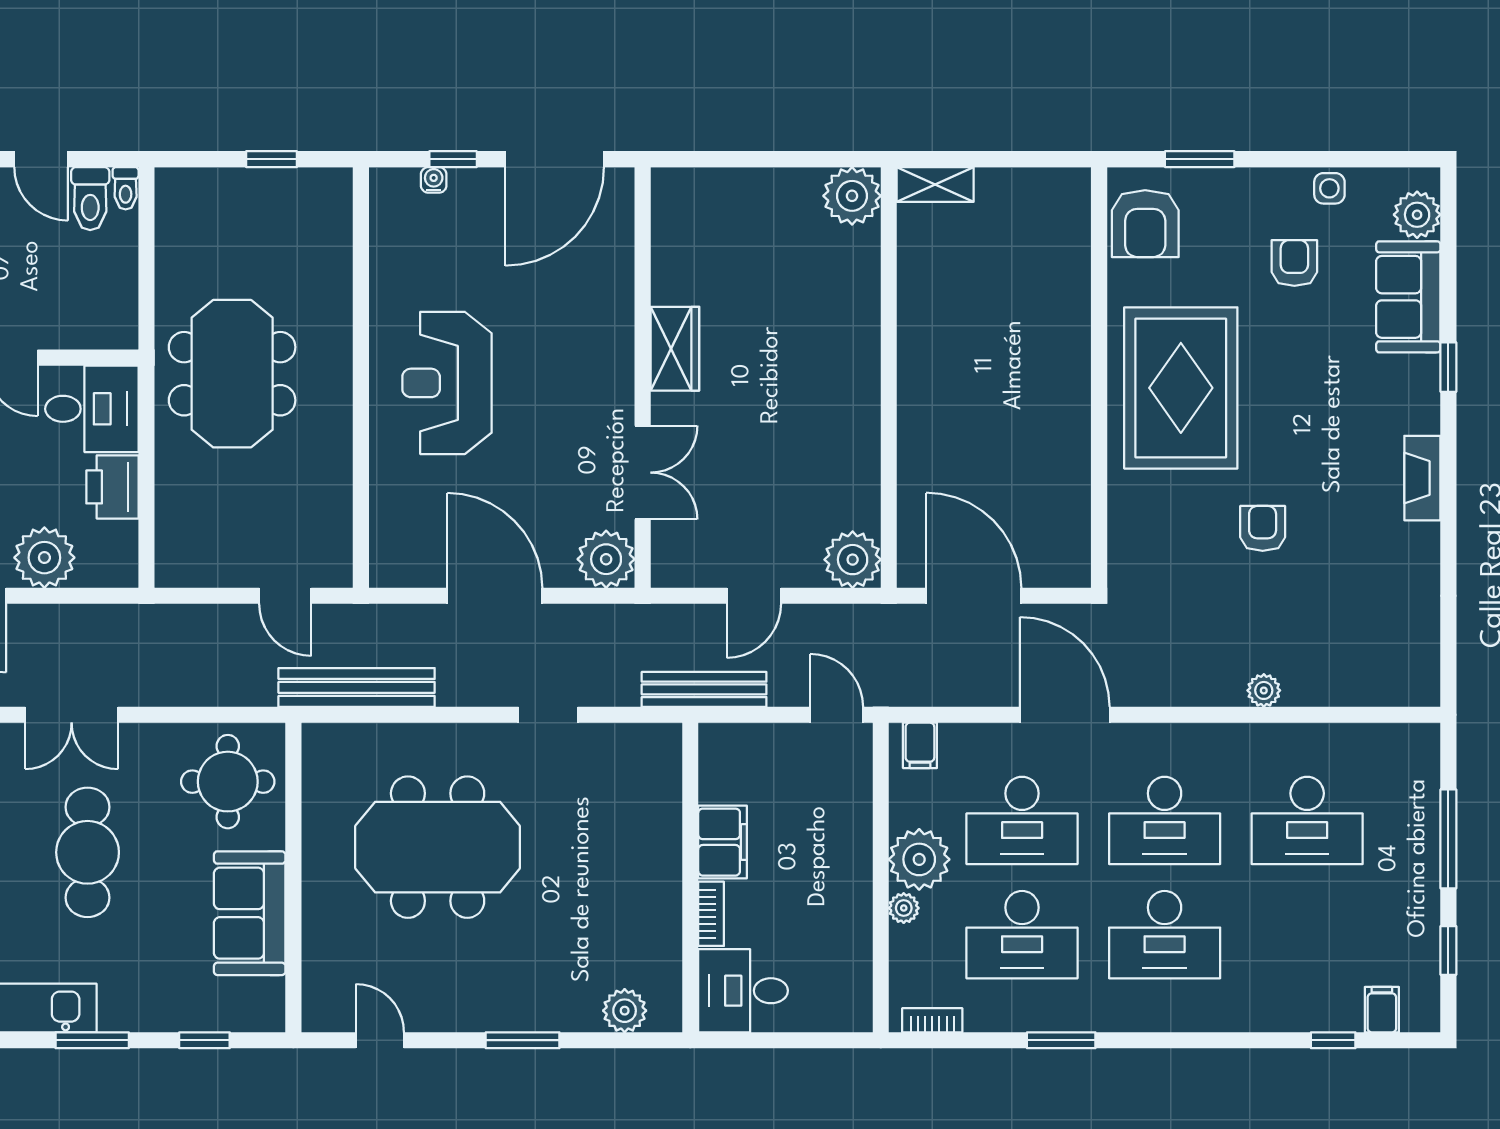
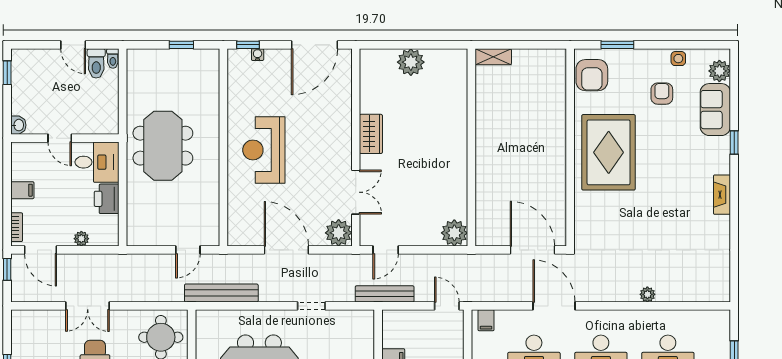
window: (453, 159) -> (248, 45), moved
plant: (852, 196) -> (411, 62), moved
armchair: (1263, 528) -> (647, 218), removed
plant: (44, 558) -> (81, 239), width x0.53, depth x0.53
door: (285, 596) -> (188, 250), hinge flipped
door: (754, 596) -> (386, 250), moved
door: (974, 596) -> (532, 250), moved

